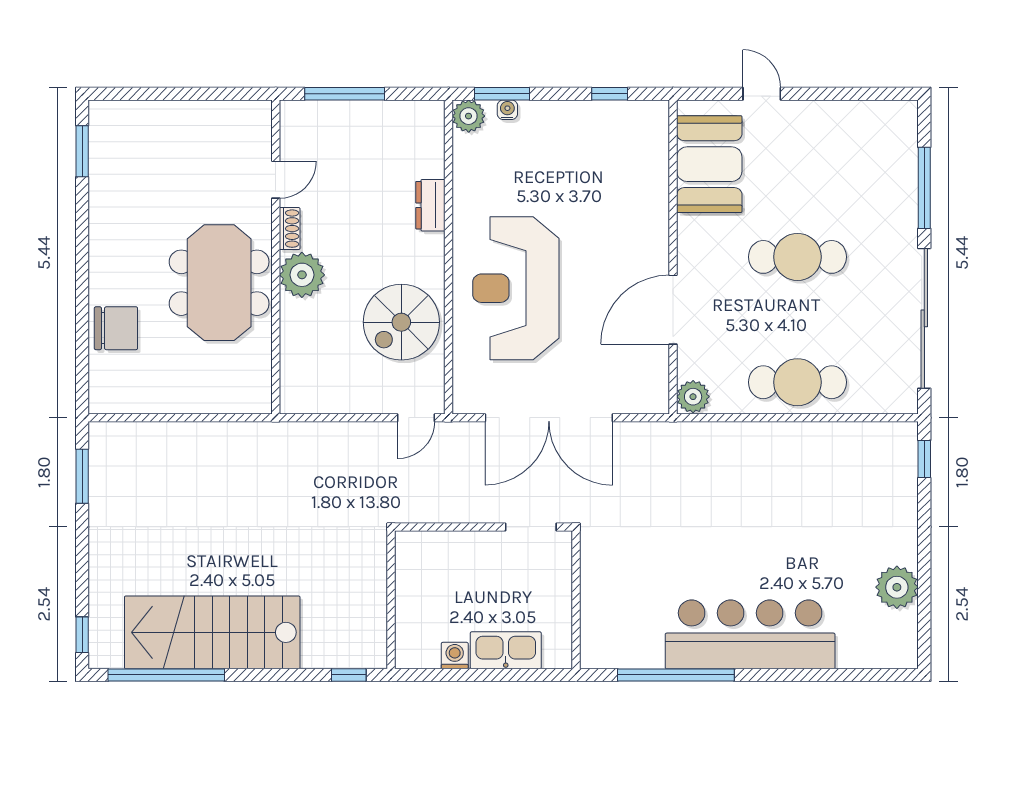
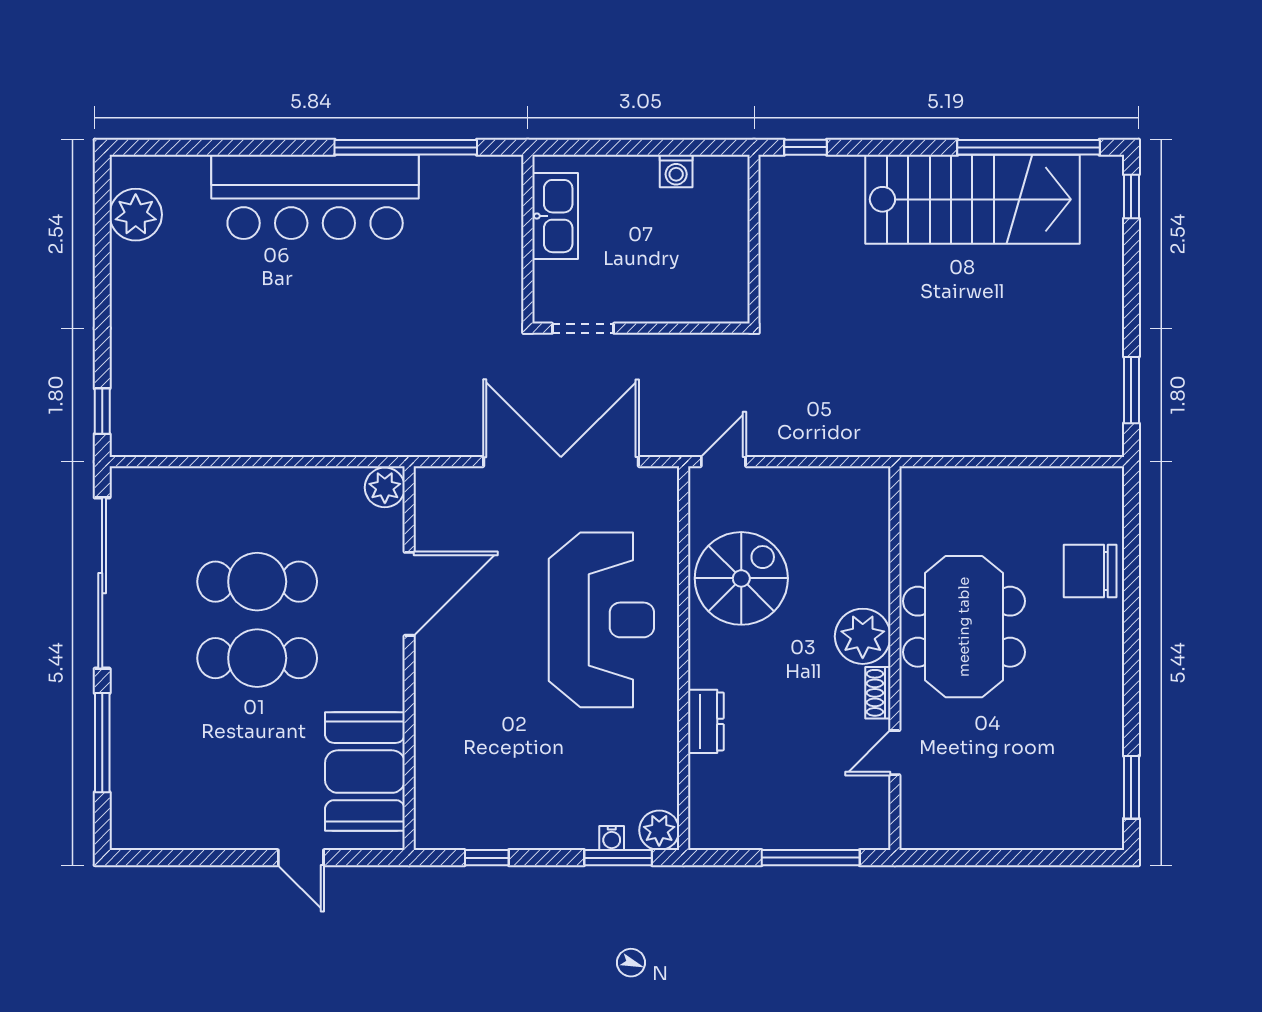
cafe table: (797, 382) -> (257, 582), moved
plant: (897, 587) -> (136, 215), moved
kitchen sink: (506, 650) -> (555, 216), moved, turned -90

